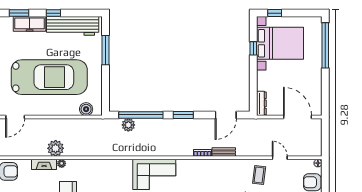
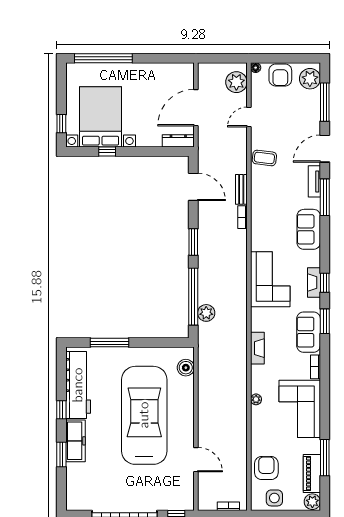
door: (297, 117) -> (196, 108), moved
plant: (56, 148) -> (236, 82), moved
fireplace: (44, 164) -> (257, 348), moved
coffee table: (259, 175) -> (264, 158), moved

